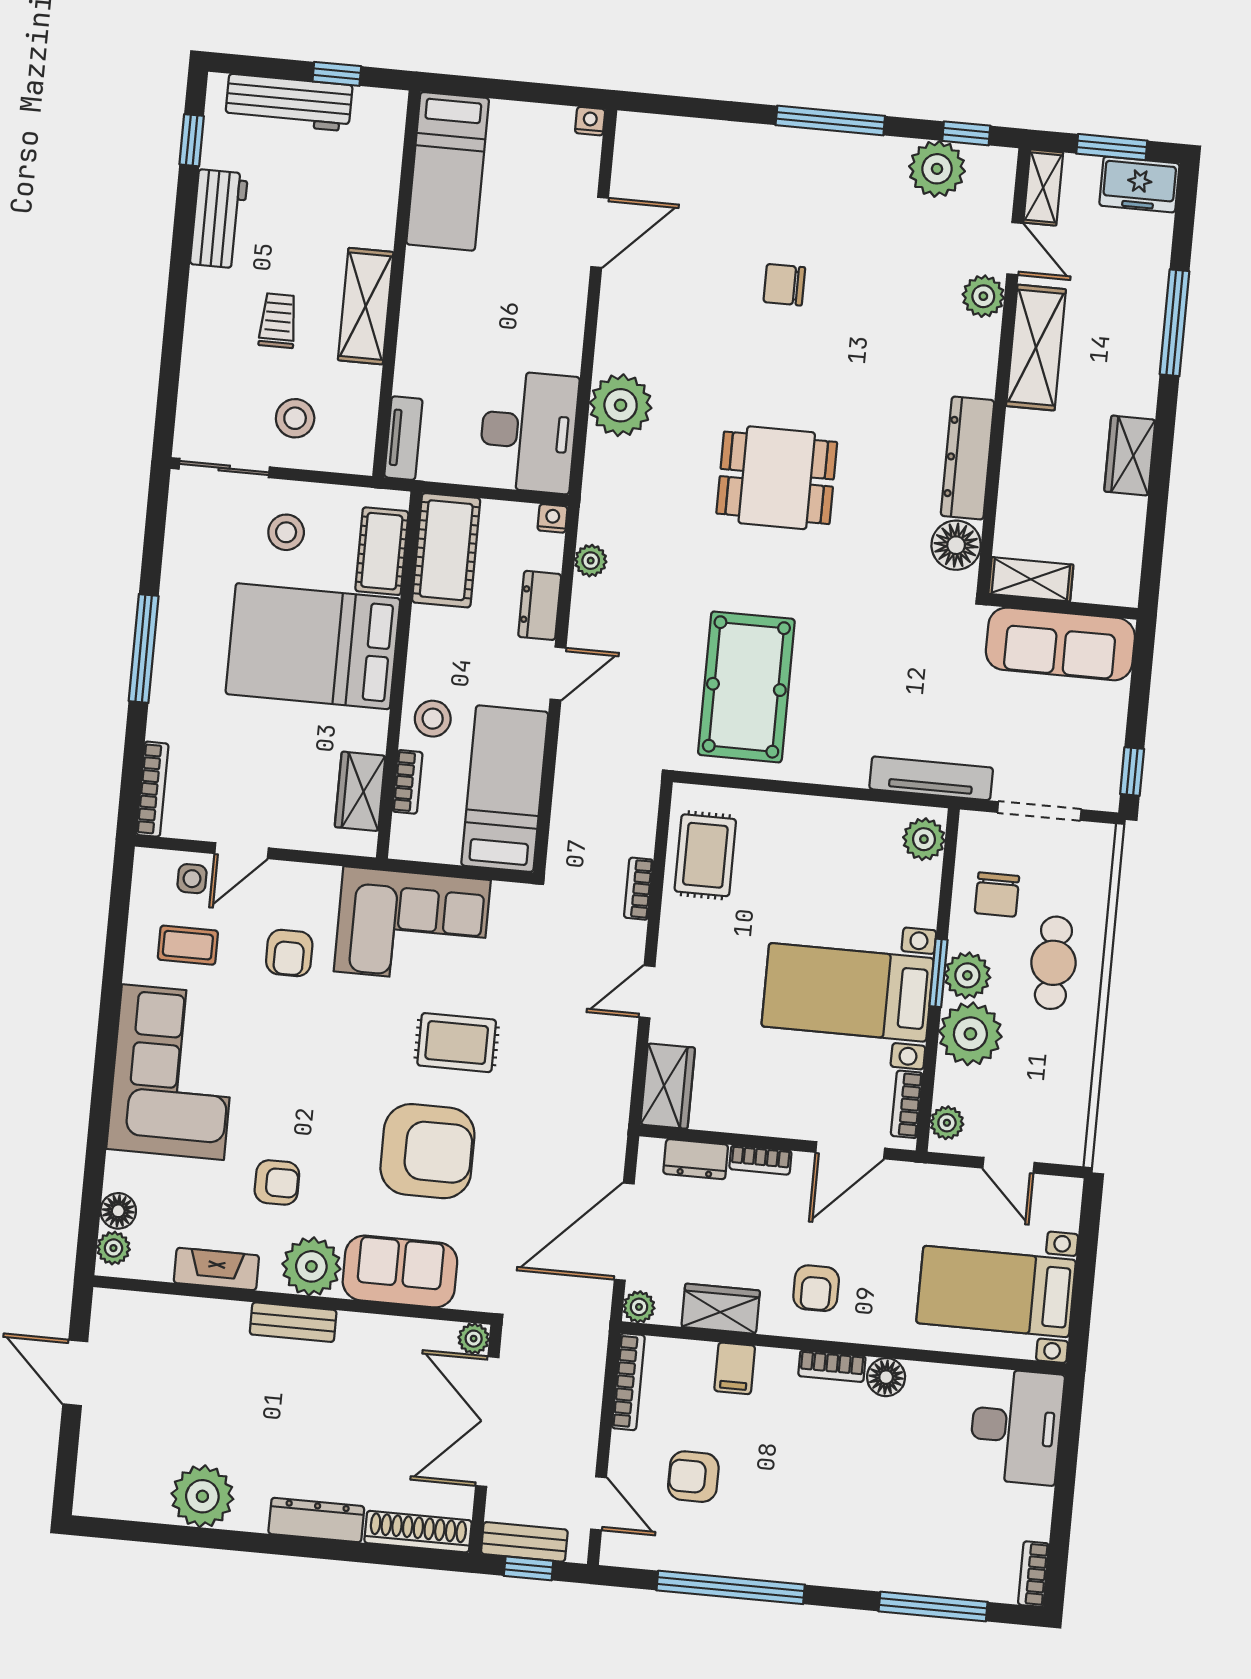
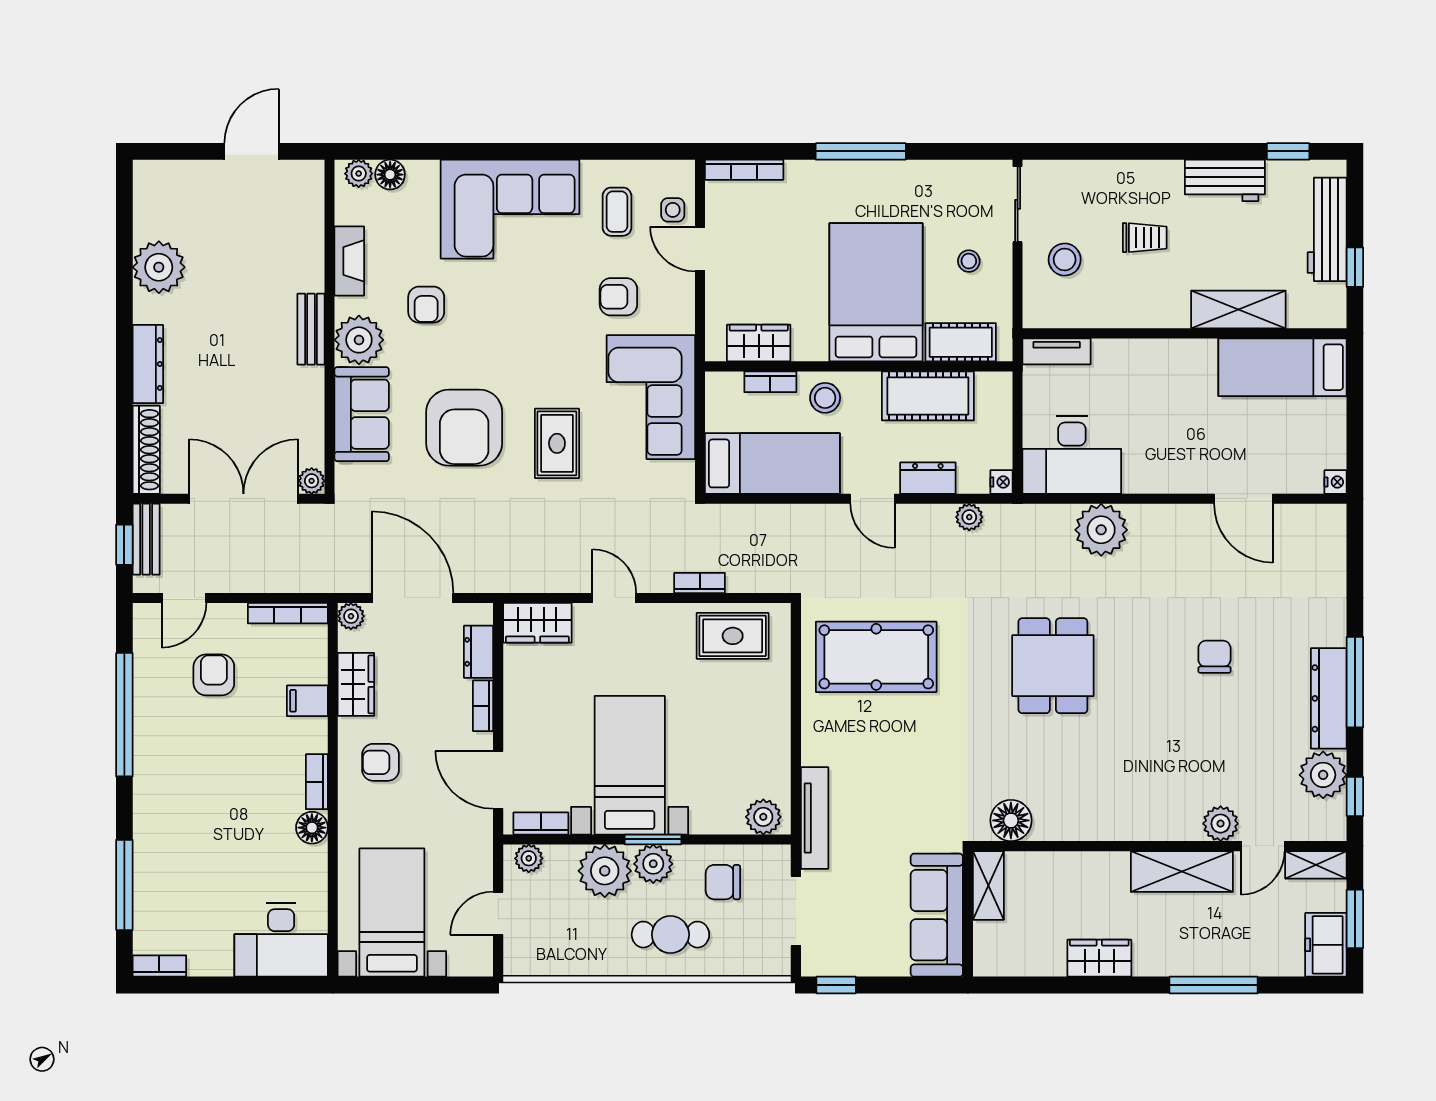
shelving: (366, 306) -> (1238, 309), moved
dresser: (968, 458) -> (1329, 698), moved, turned -90
stool: (286, 532) -> (969, 261), width x0.73, depth x0.73
cot: (446, 550) -> (928, 396), moved

